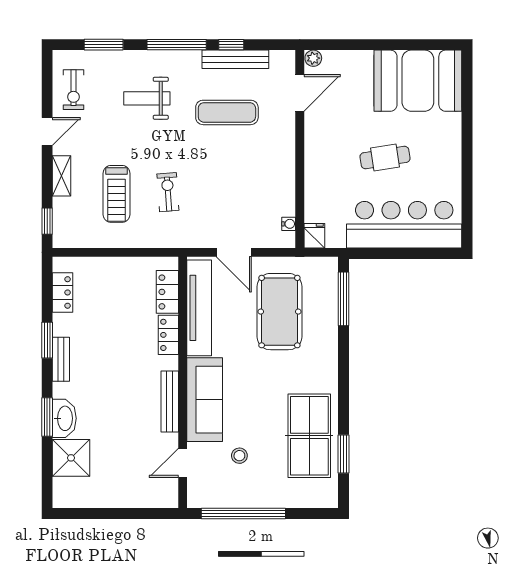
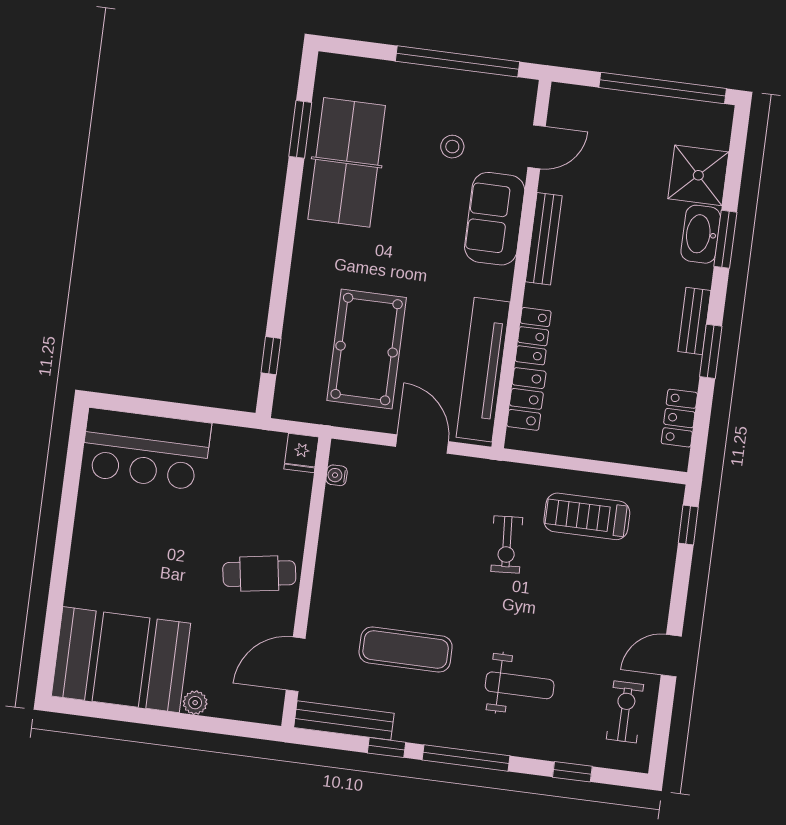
window: (104, 45) -> (572, 772), width x0.67
plant: (313, 58) -> (195, 703), moved
bench: (235, 59) -> (344, 720), moved
cafe table: (385, 158) -> (259, 574), moved
shelving: (62, 176) -> (659, 588), removed
treadmill: (116, 194) -> (587, 516), moved, turned -90
bar counter: (404, 225) -> (146, 449), width x0.73
window: (343, 299) -> (271, 356), width x0.46
sofa: (205, 400) -> (495, 219), width x0.73
window: (103, 514) -> (663, 88), added

